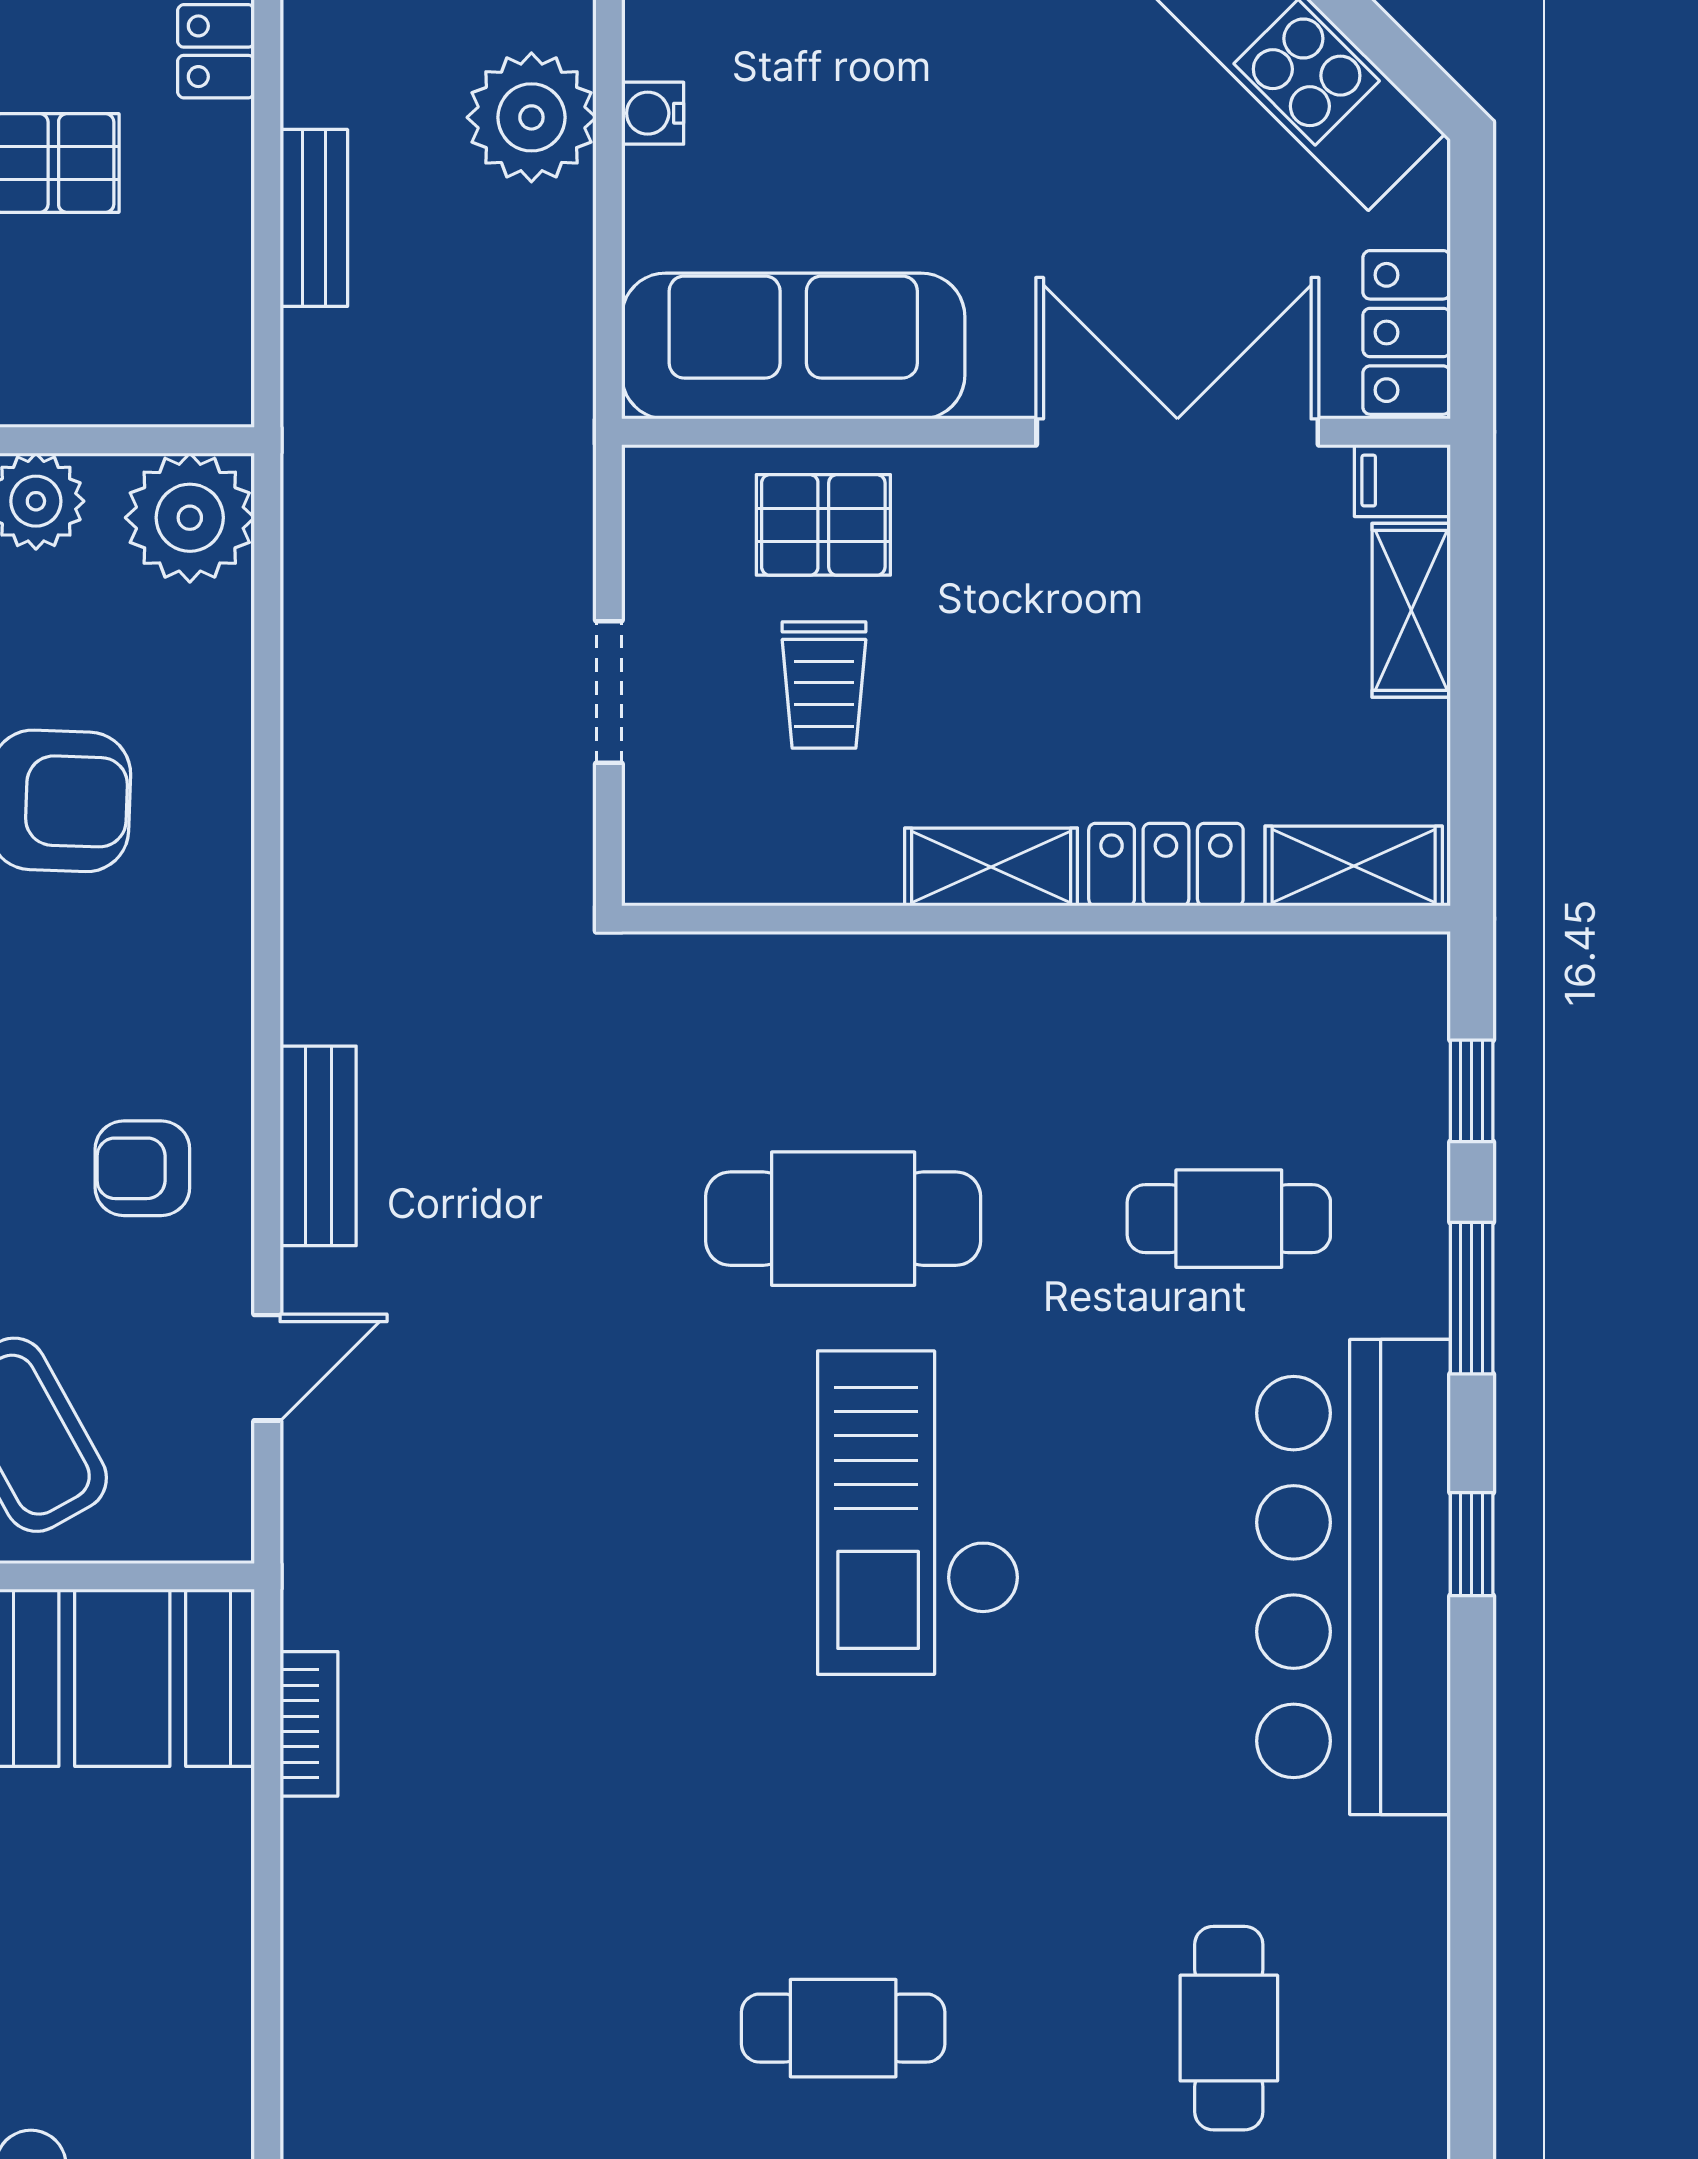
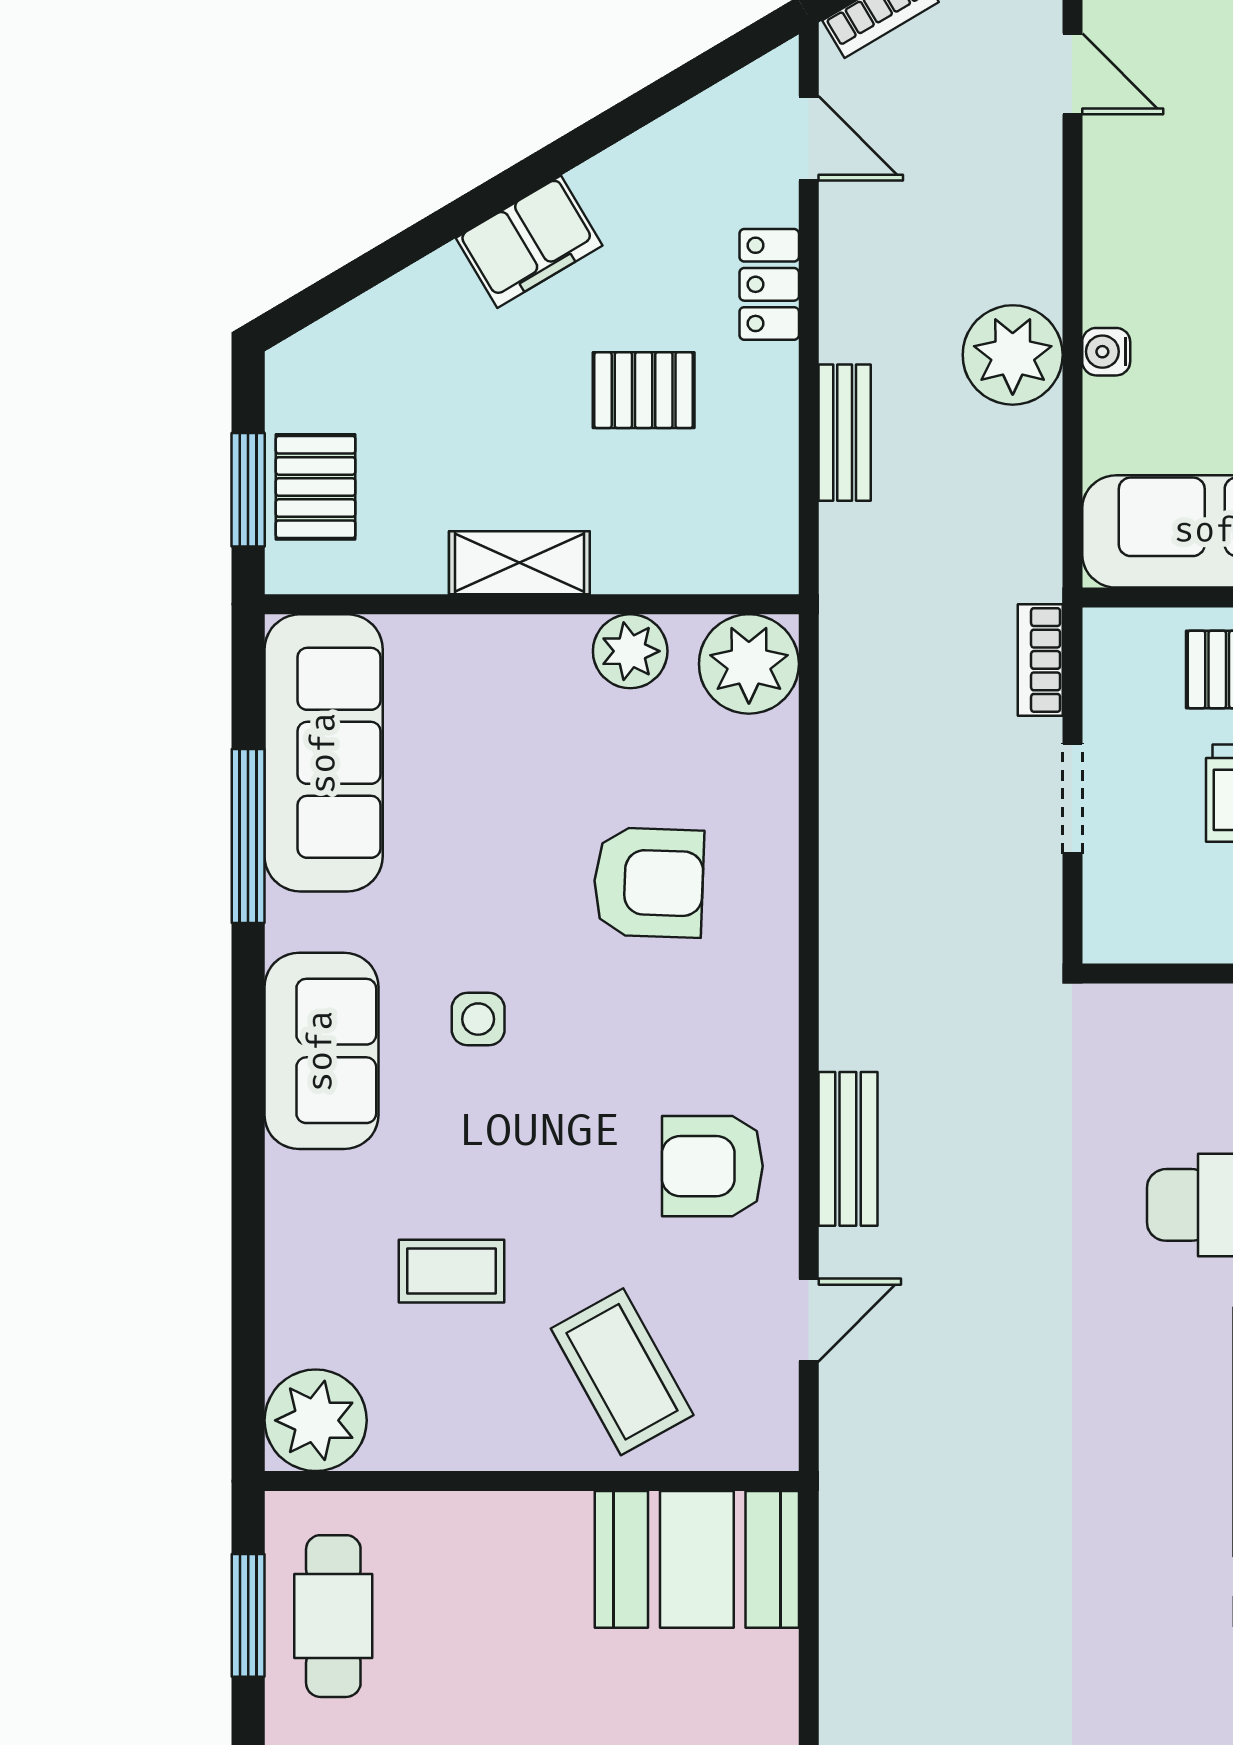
armchair: (142, 1168) -> (712, 1166), width x1.38, depth x1.38
bookcase: (309, 1724) -> (1040, 660), moved, turned 180

